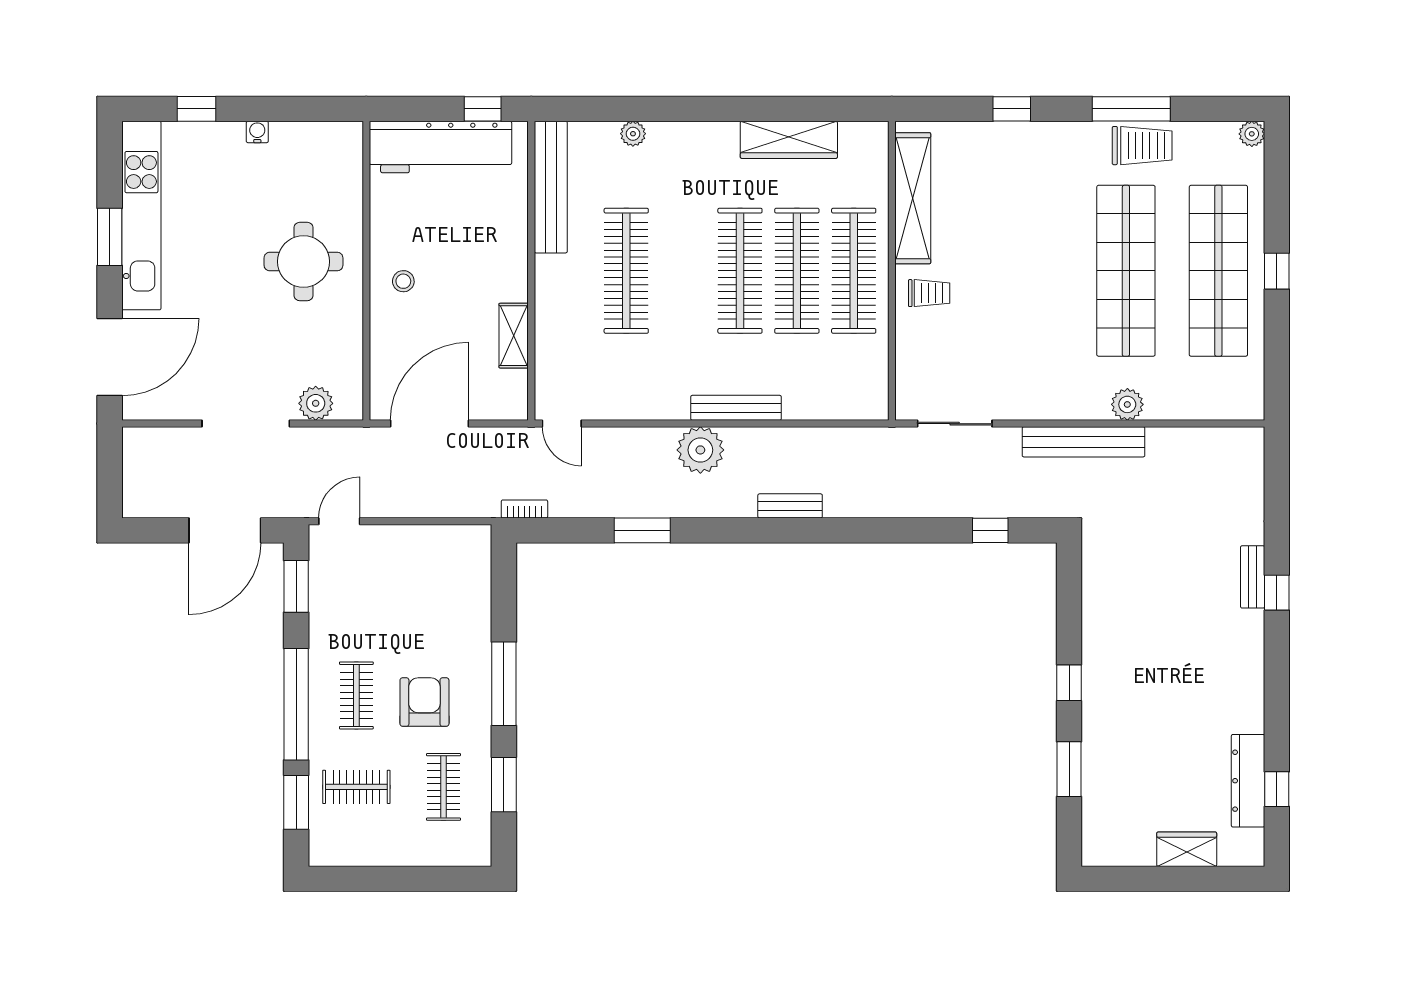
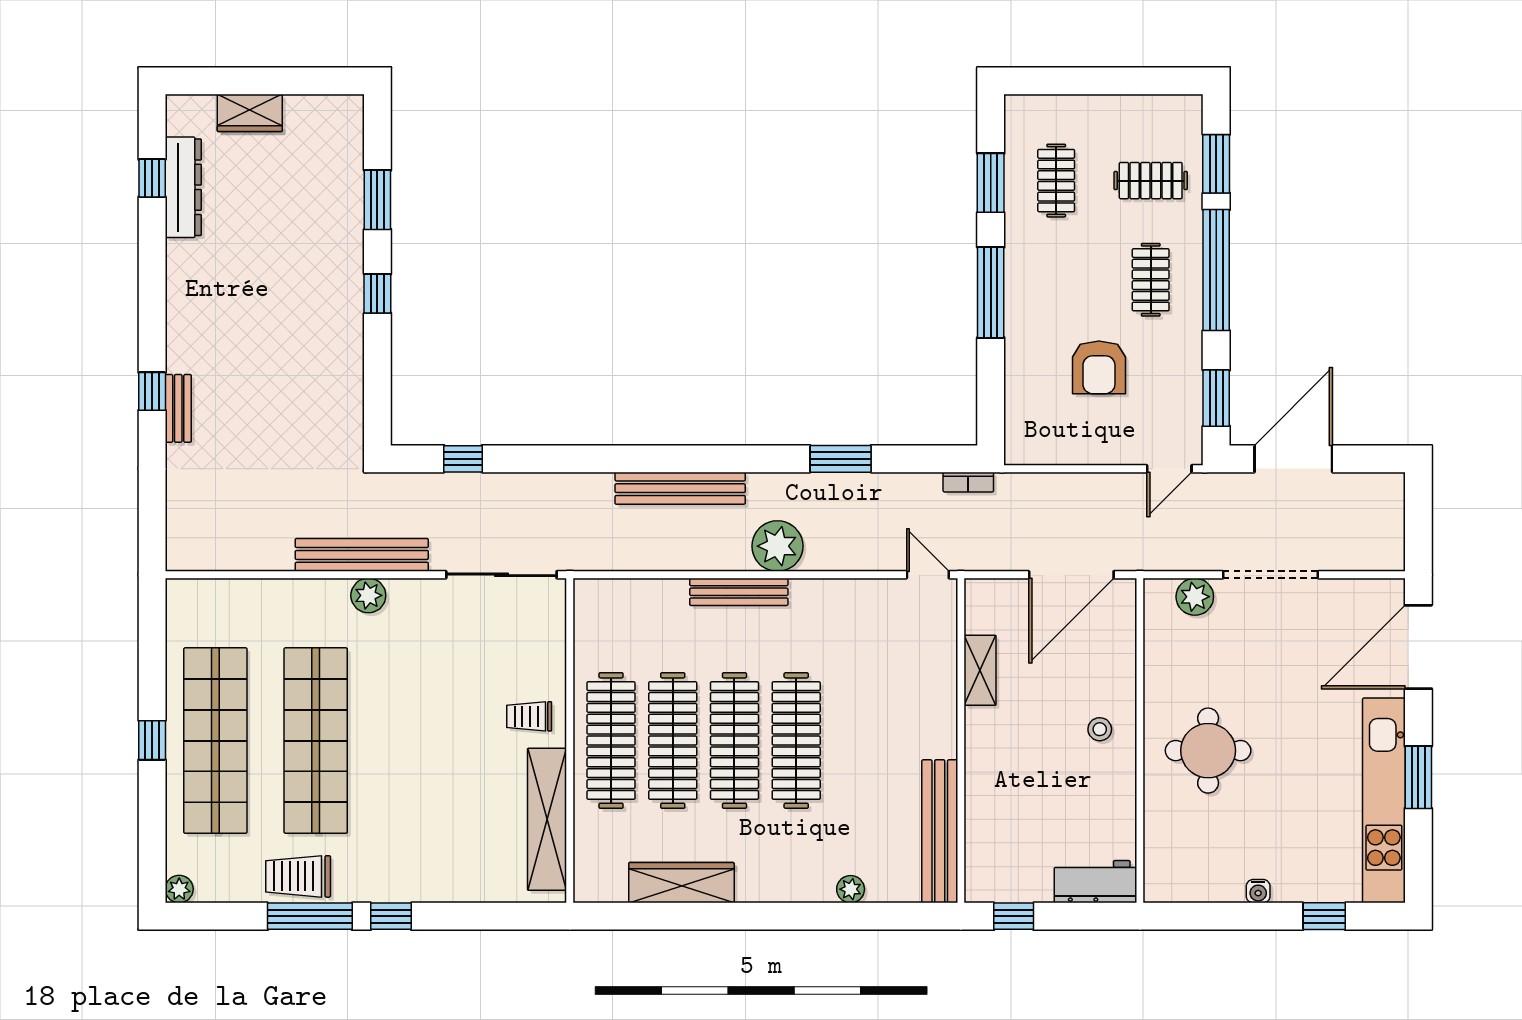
window: (1012, 109) -> (391, 916), moved
workbench: (440, 147) -> (1095, 882), width x0.53, depth x0.76
clothes rail: (626, 271) -> (796, 741), moved
plant: (1127, 404) -> (368, 595), moved
sliding door: (955, 424) -> (501, 575), width x1.37
bench: (790, 506) -> (680, 488), width x1.86, depth x1.21
armchair: (424, 702) -> (1099, 367), moved

